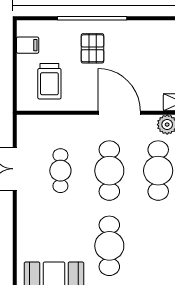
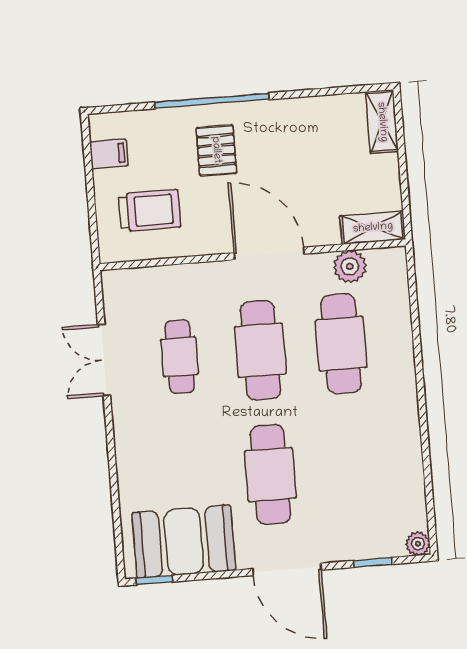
trolley: (49, 81) -> (150, 211), turned -90

